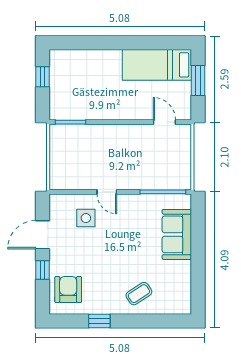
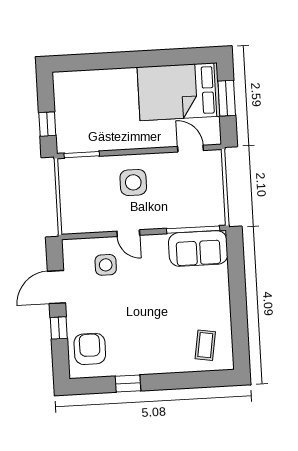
bed: (157, 65) -> (179, 92), width x1.50
window: (42, 77) -> (47, 124), moved
side table: (114, 148) -> (133, 182), added
sofa: (177, 234) -> (198, 249), moved, turned -90
coffee table: (139, 294) -> (205, 345), moved, turned -48

